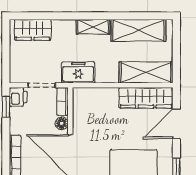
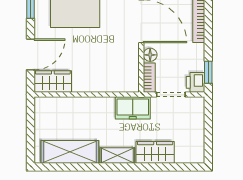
wardrobe: (33, 30) -> (155, 152), moved
shelving: (146, 73) -> (62, 108), removed
wardrobe: (146, 98) -> (53, 81), width x0.67

